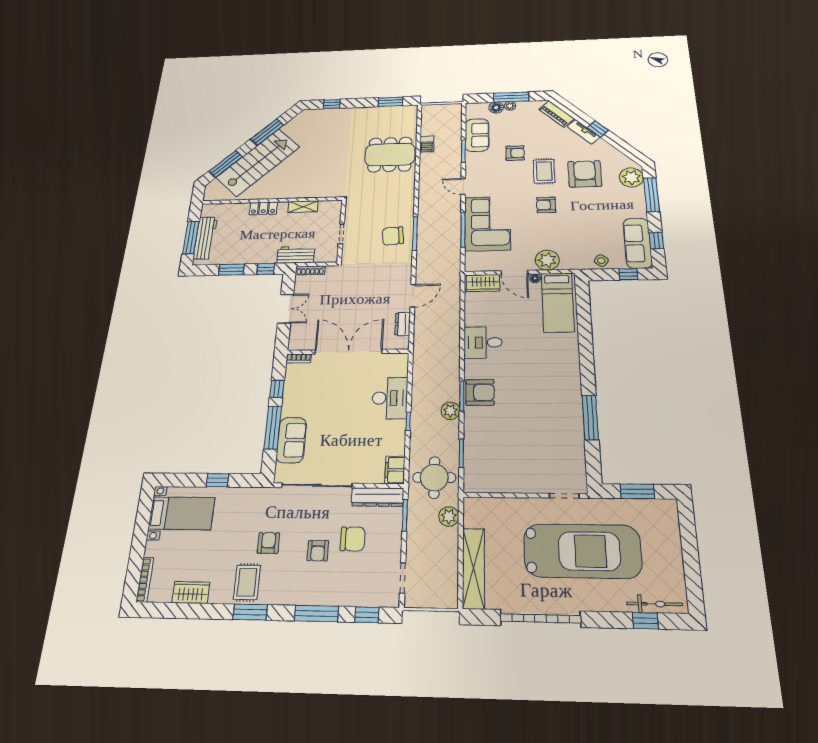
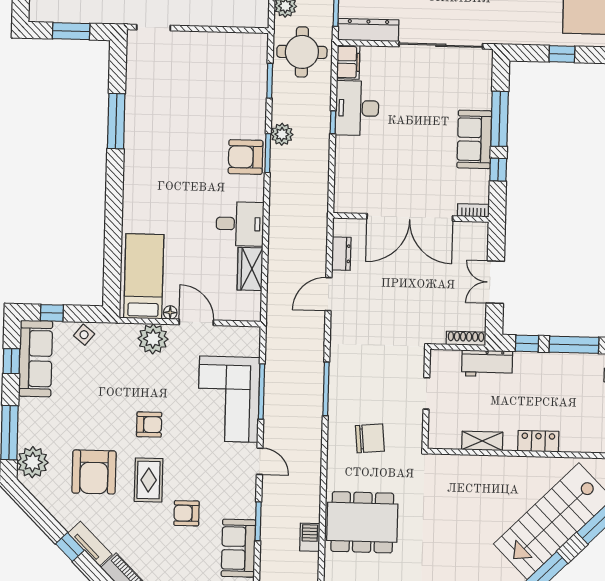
chair: (393, 236) -> (370, 438), moved
window: (232, 270) -> (574, 345), width x1.44
wardrobe: (483, 283) -> (250, 269), moved, turned -90
desk: (390, 398) -> (357, 108), moved
sofa: (291, 440) -> (474, 139), moved

